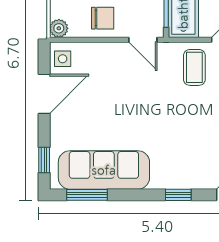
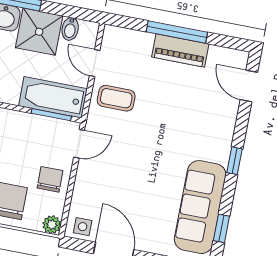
window: (87, 195) -> (221, 228), width x0.67
window: (178, 195) -> (235, 161), moved

